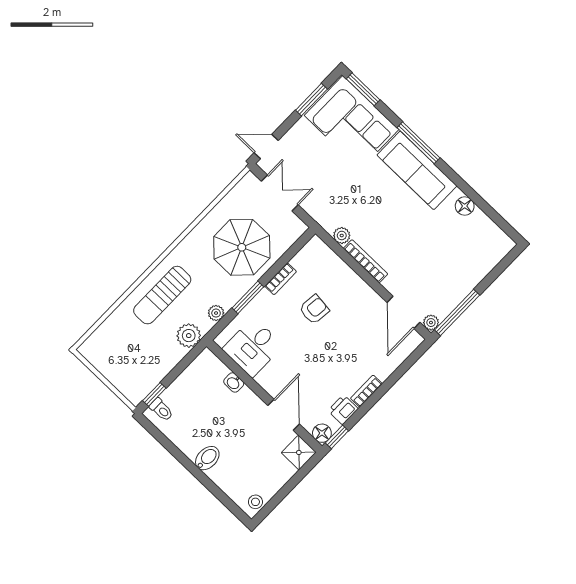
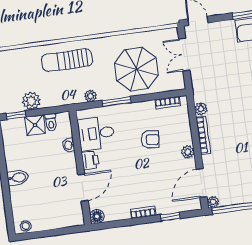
double door: (280, 193) -> (184, 55), swing flipped
bookcase: (281, 279) -> (168, 103), moved
plant: (364, 292) -> (188, 152), added
plant: (189, 336) -> (31, 101), moved
toilet: (161, 410) -> (51, 122), moved
printer: (343, 410) -> (90, 160), moved, turned 90
window: (337, 437) -> (170, 217), moved
shower: (299, 452) -> (35, 125), moved

